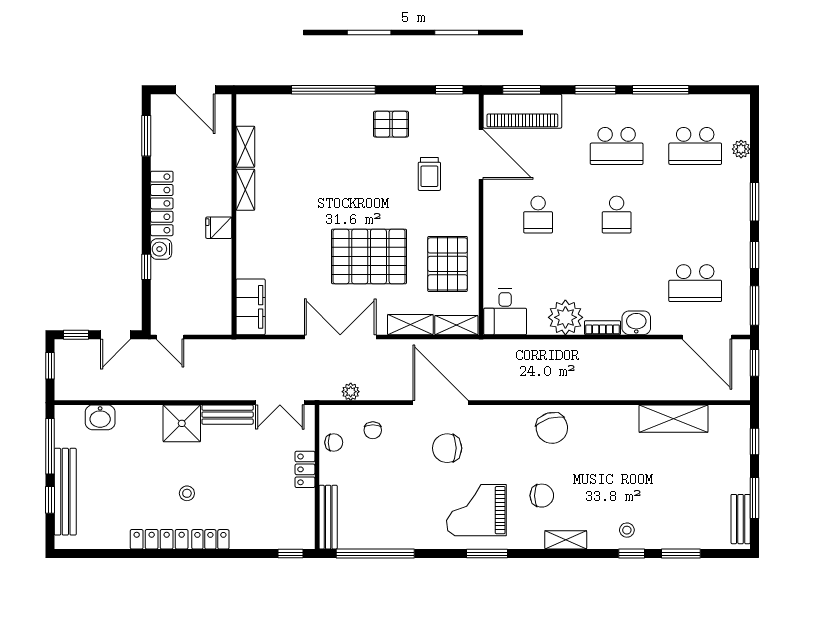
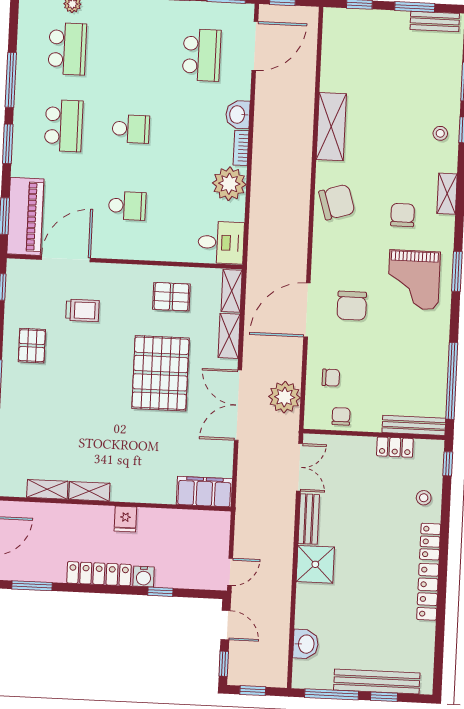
pallet: (448, 264) -> (171, 297), width x0.67, depth x0.71
plant: (351, 392) -> (285, 397), width x1.87, depth x1.87
shelving: (673, 419) -> (331, 127), moved
locker: (305, 469) -> (395, 447), moved
stool: (187, 493) -> (424, 498), moved

